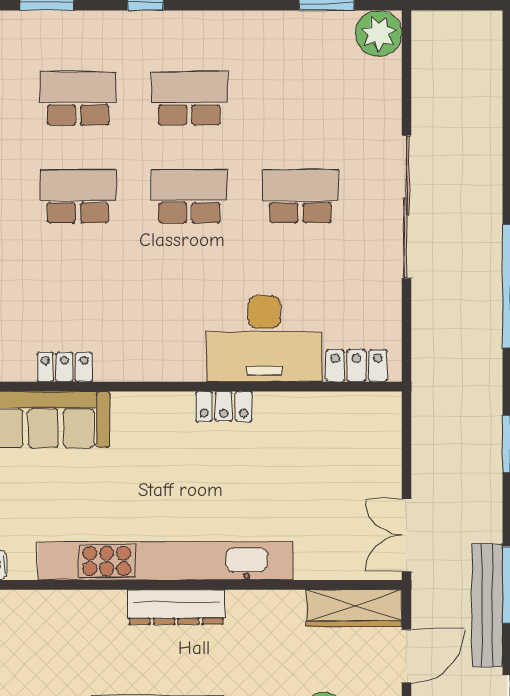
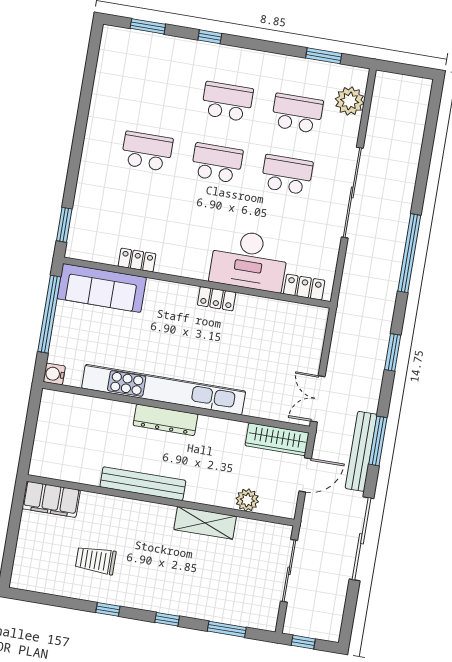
plant: (379, 33) -> (350, 101), moved
school desk: (78, 98) -> (297, 113), moved
locker: (65, 367) -> (137, 260), moved

